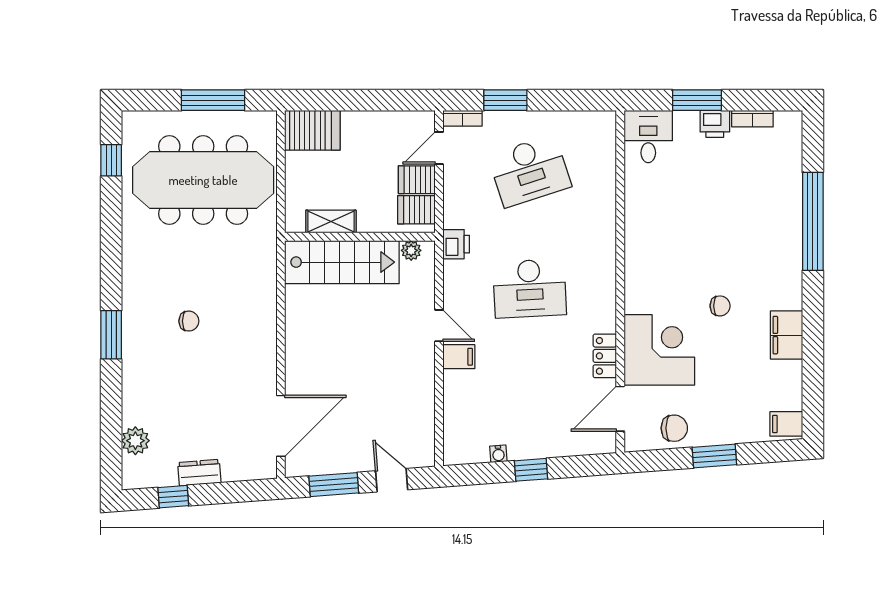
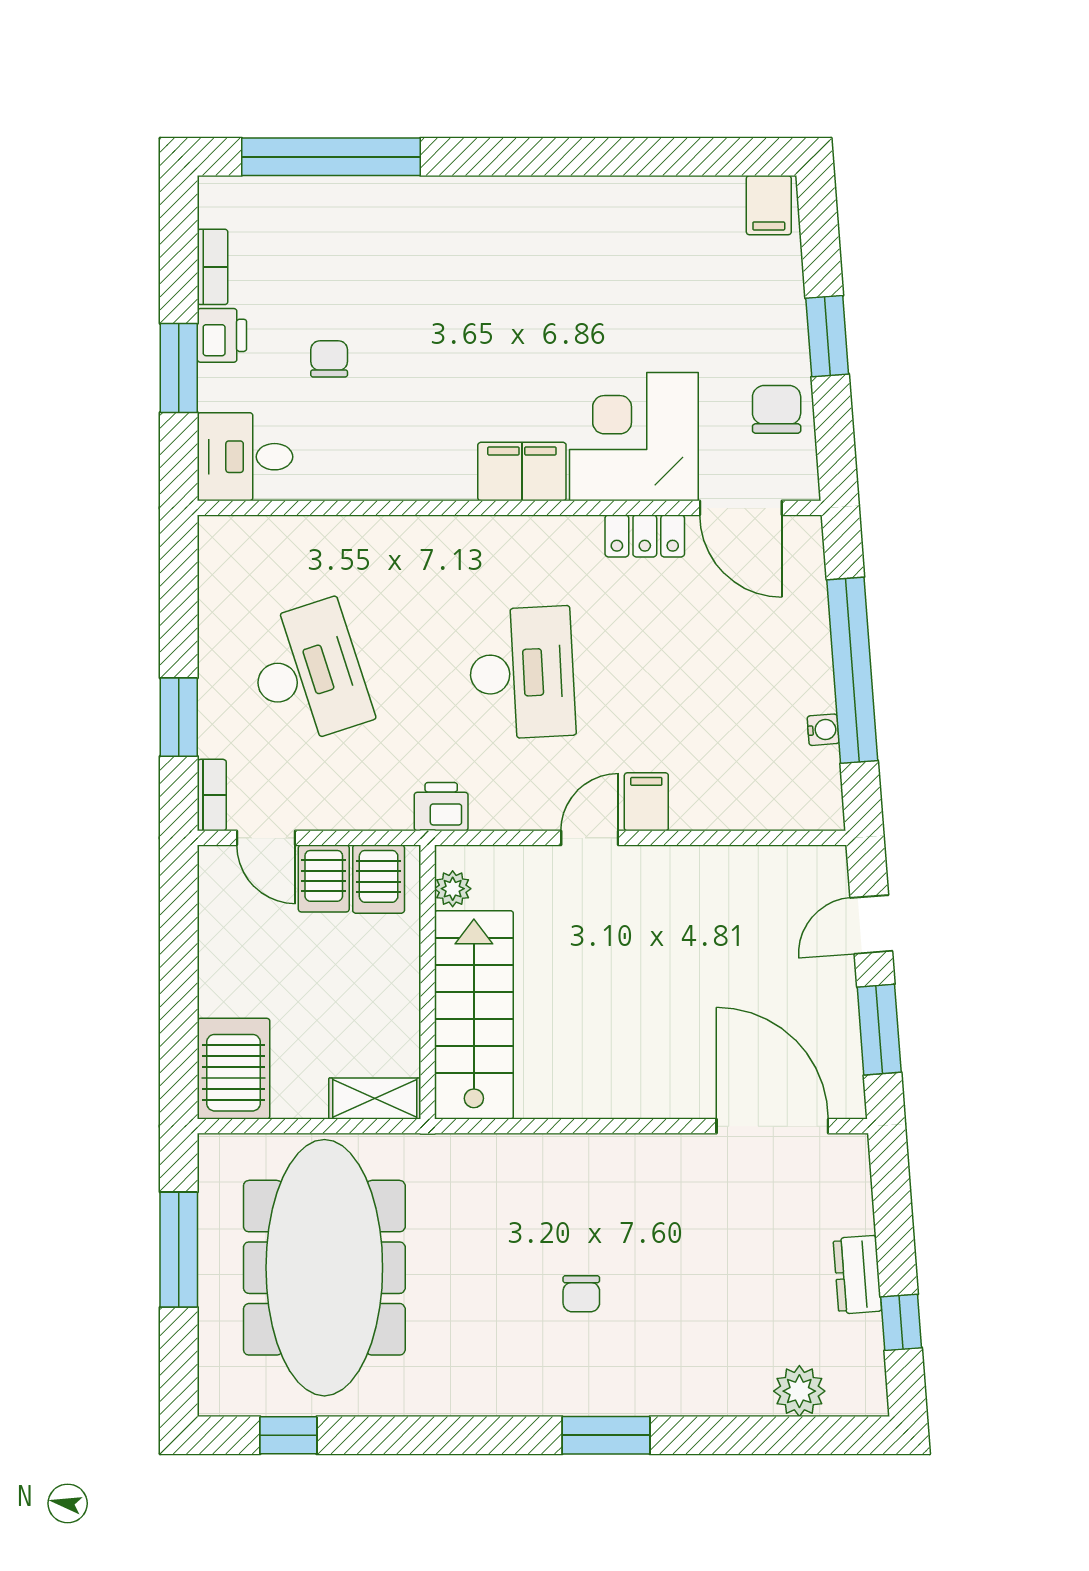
window: (813, 221) -> (331, 157), moved
shelving: (331, 222) -> (375, 1099), moved, turned 90
chair: (720, 306) -> (329, 359), moved
chair: (189, 321) -> (581, 1294), turned 180
filing cabinet: (787, 335) -> (522, 472), moved, turned 180
window: (531, 470) -> (852, 670), width x3.17

